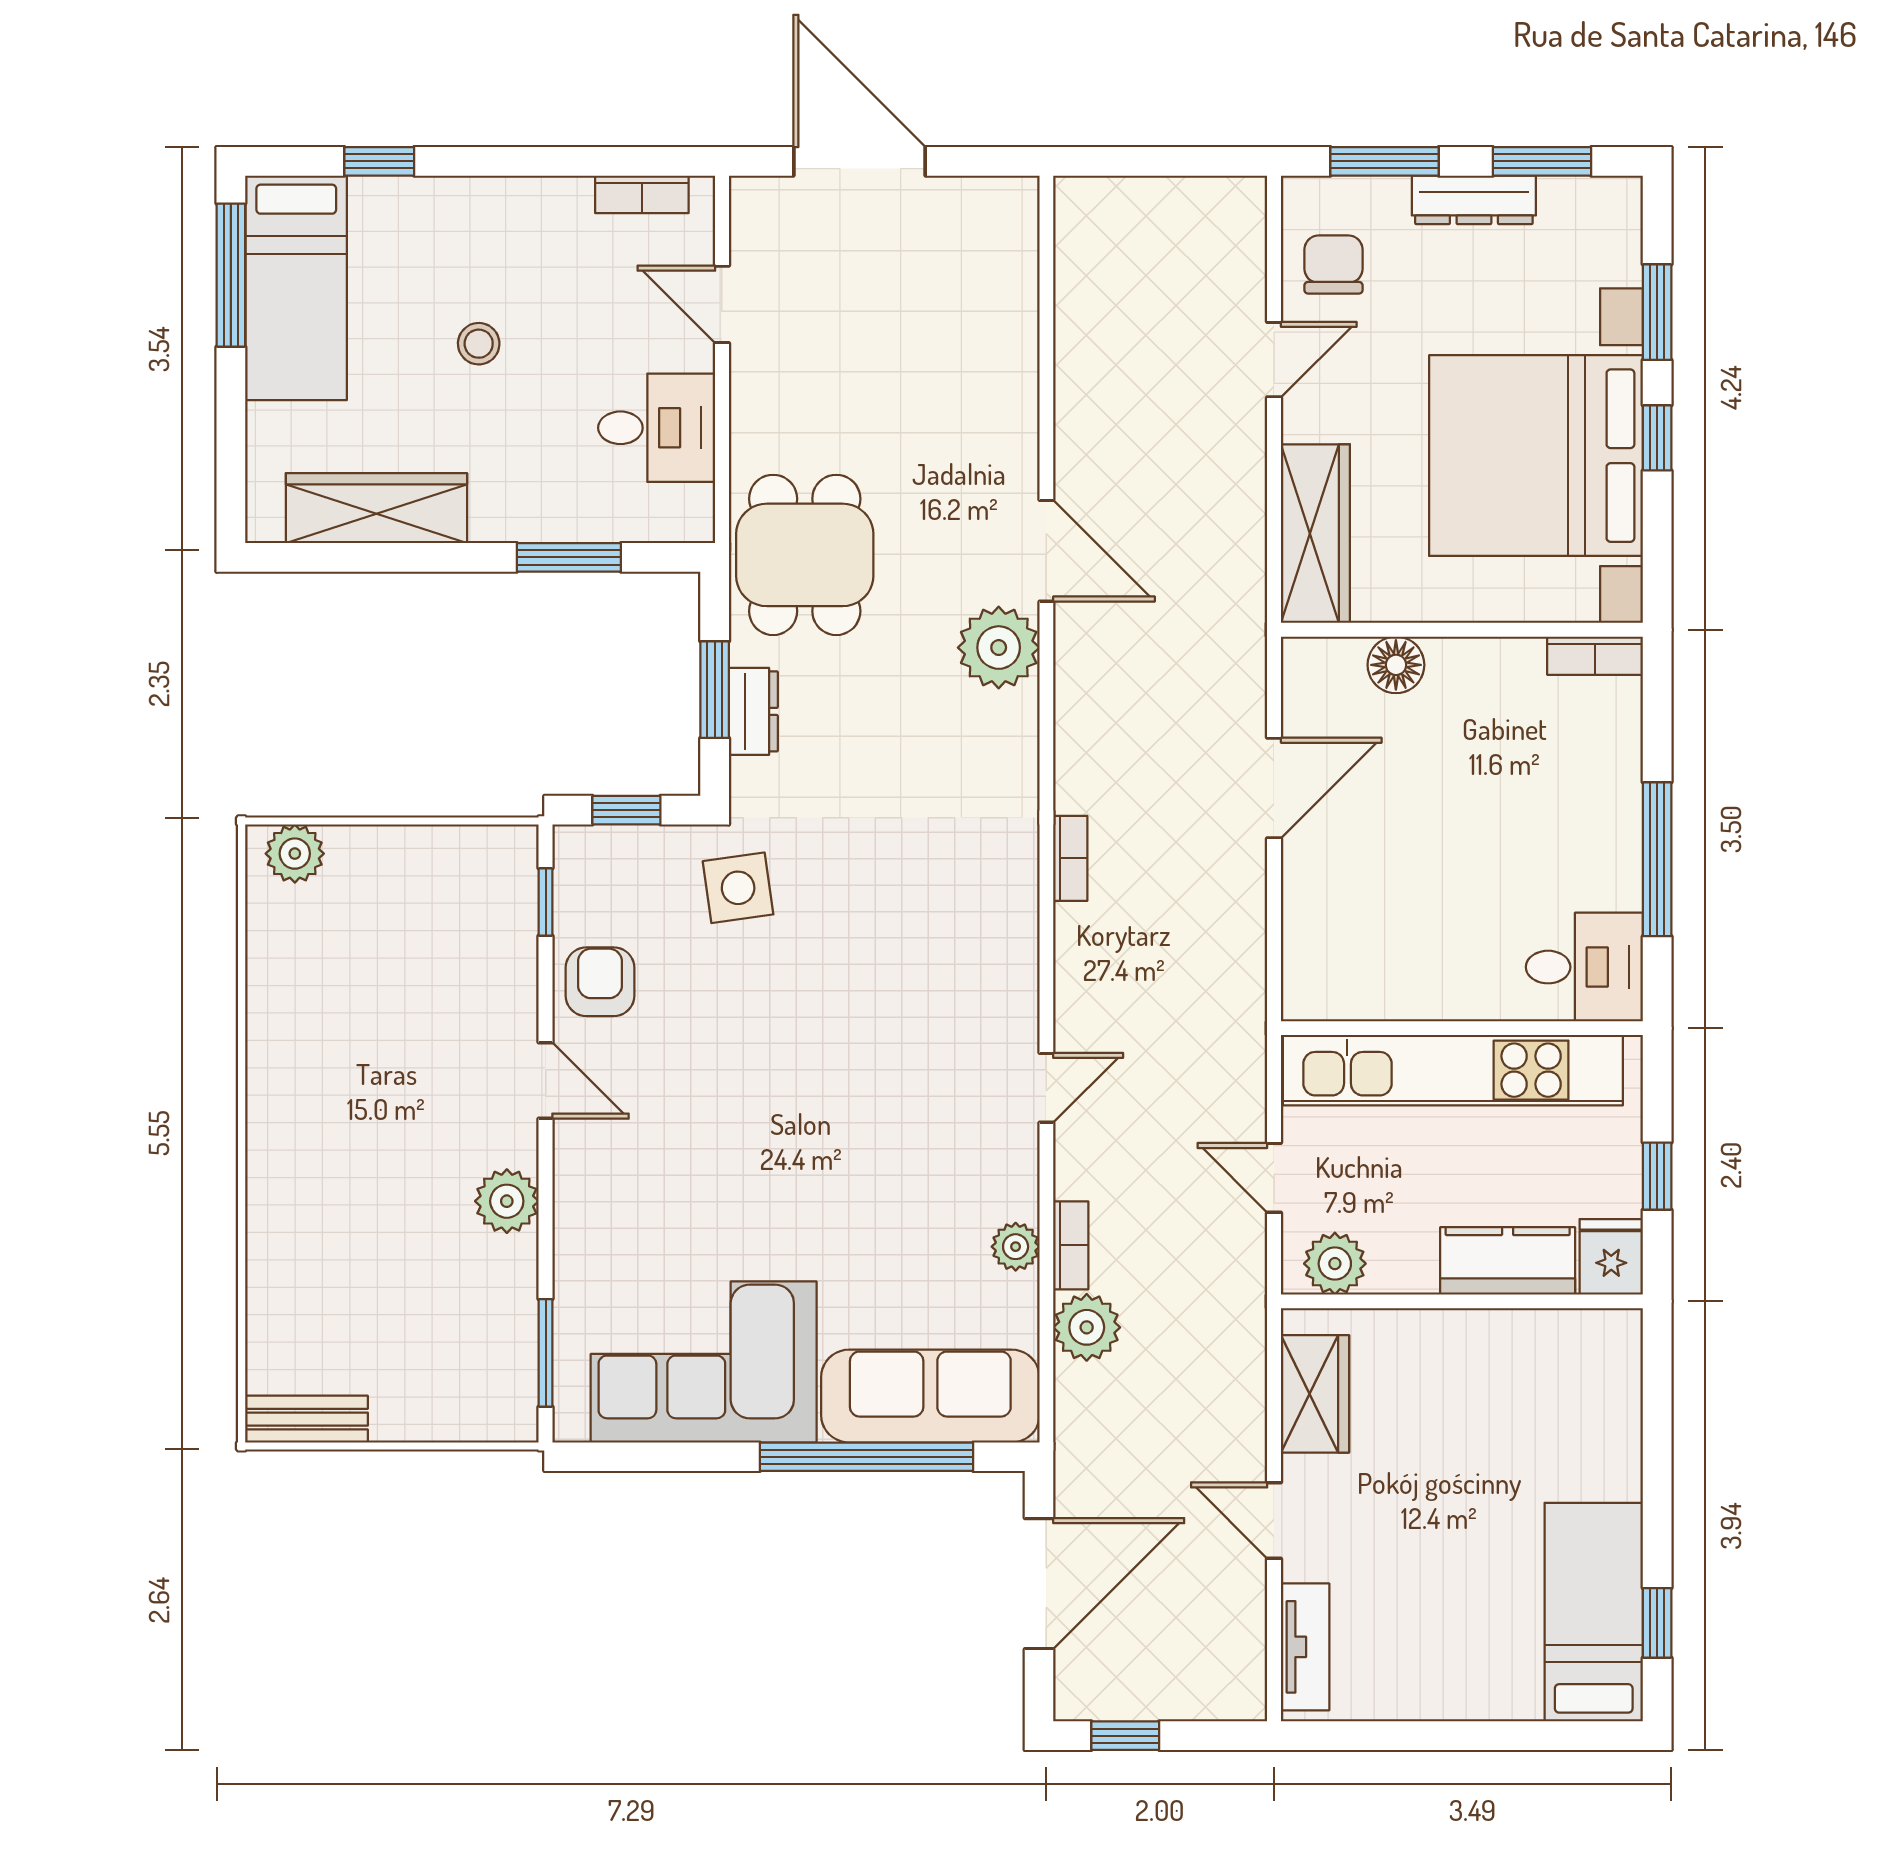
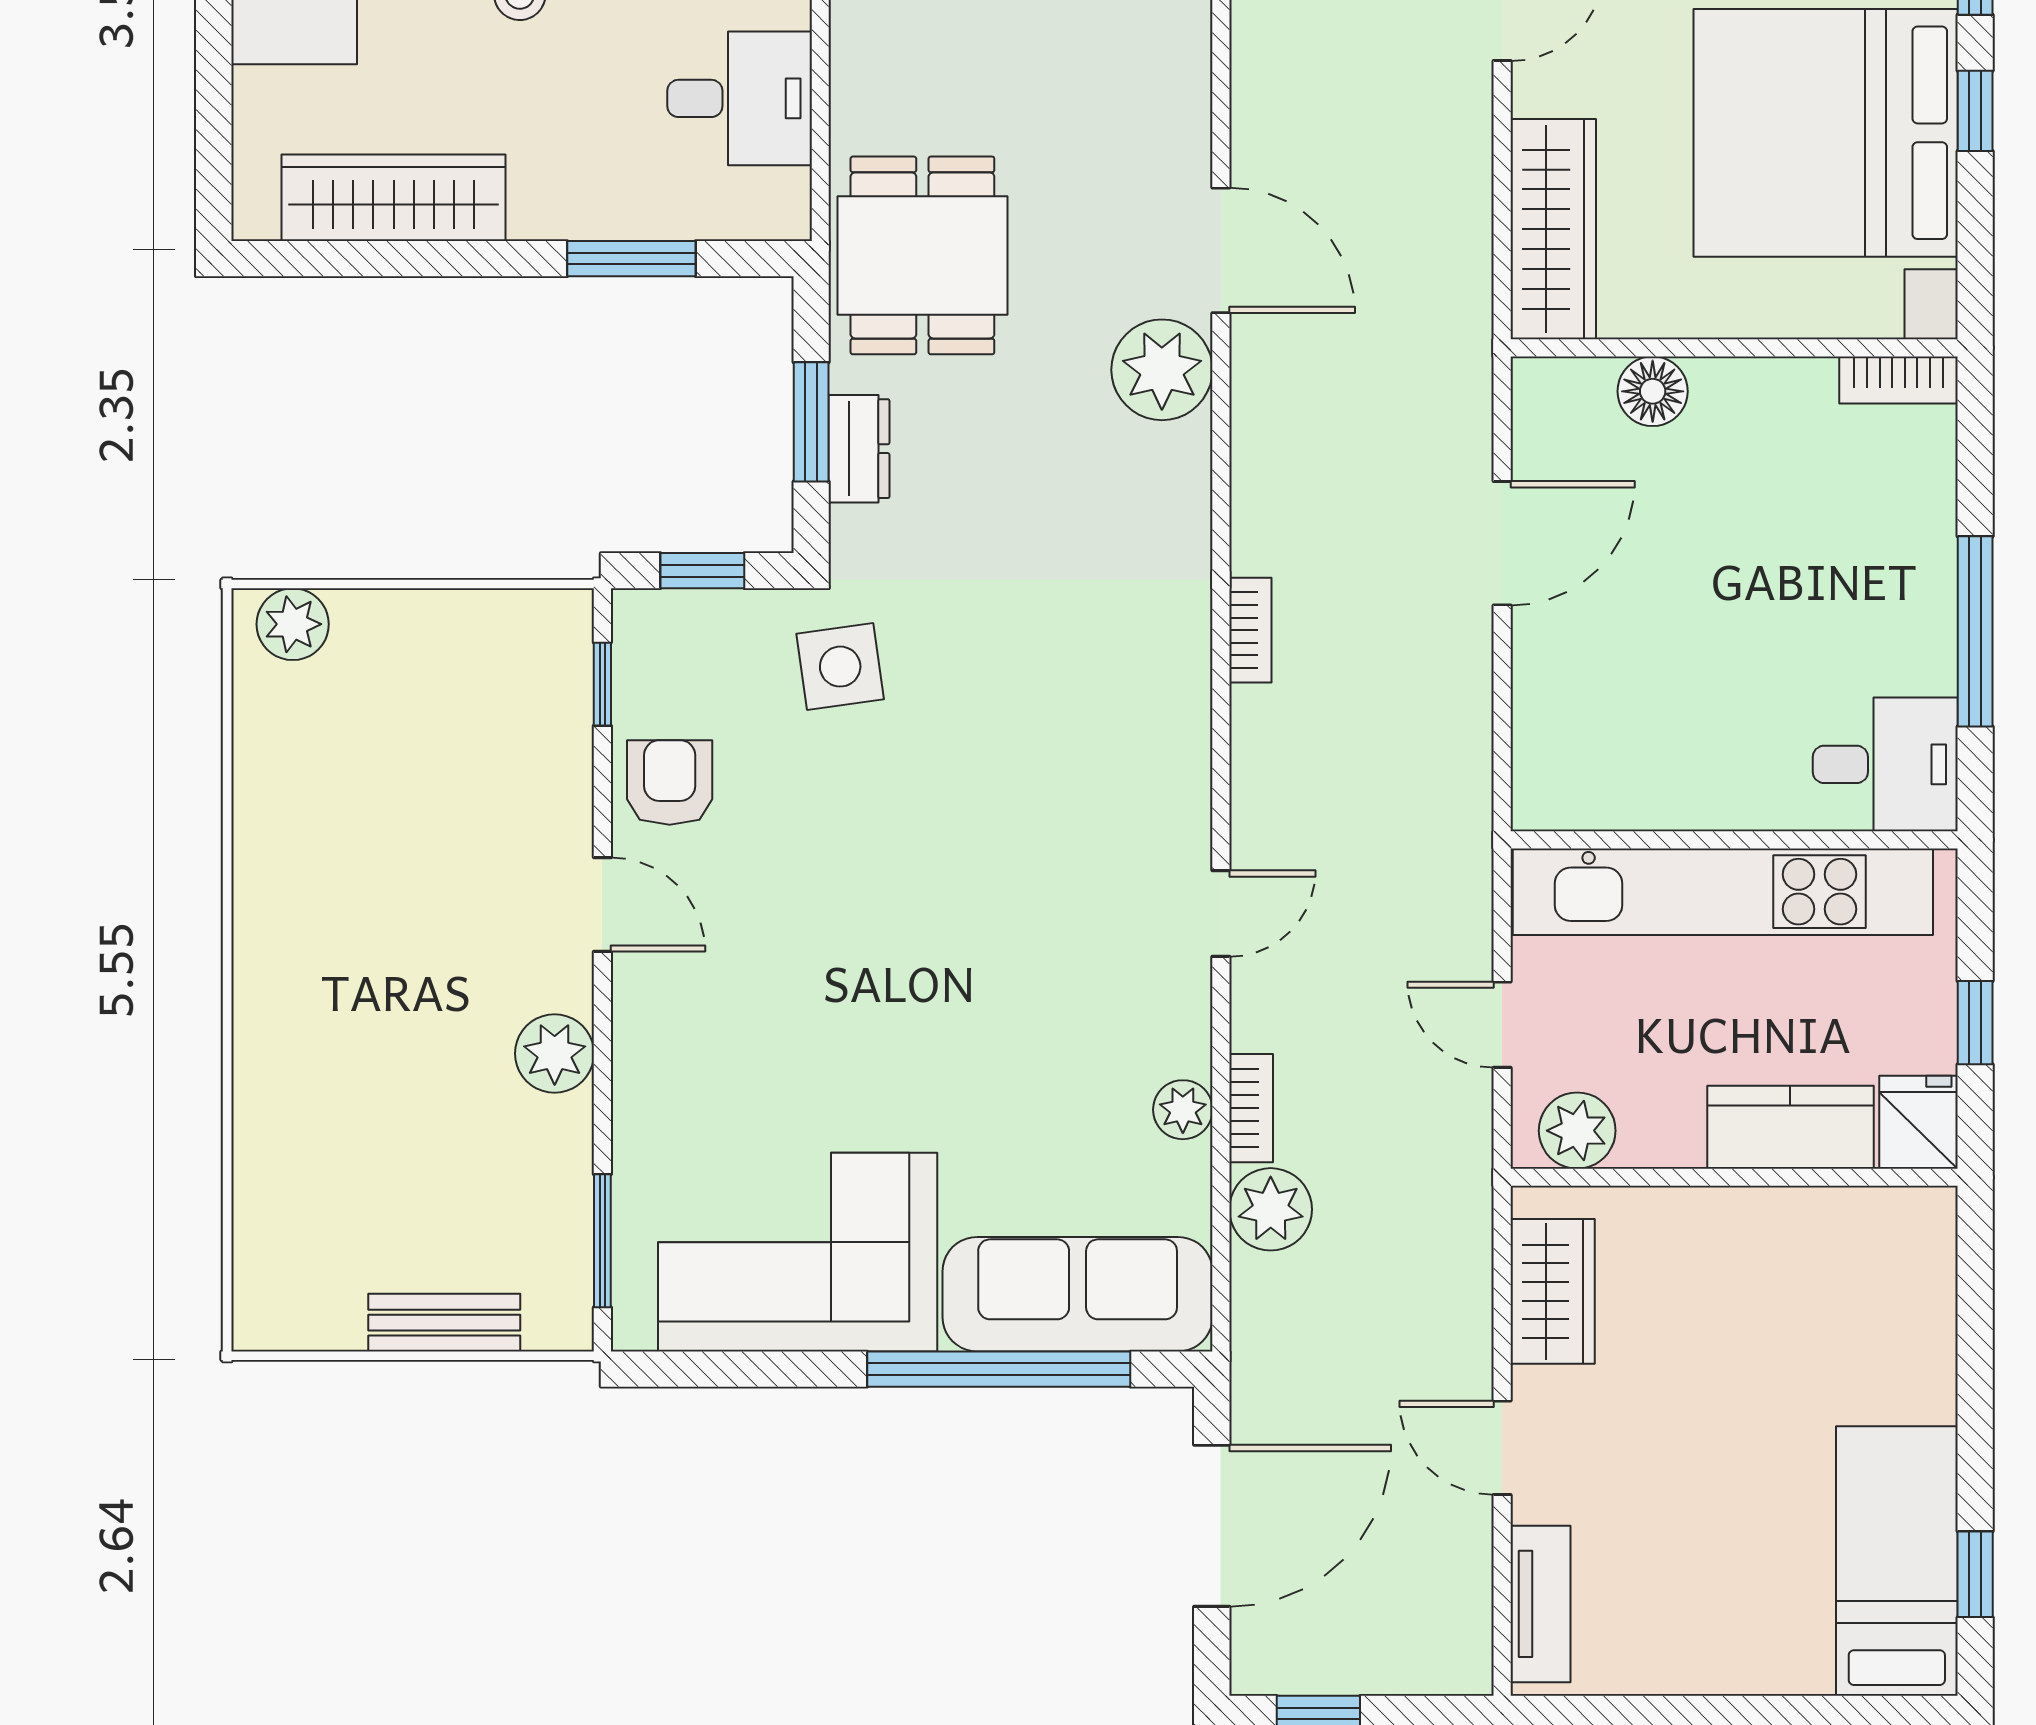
bench: (306, 1419) -> (444, 1323), moved

